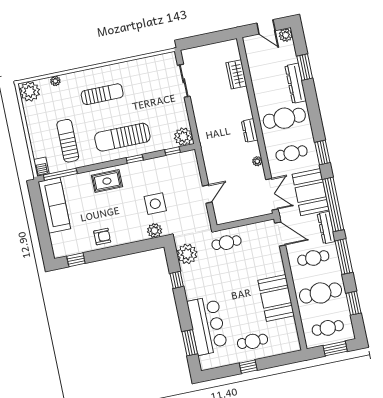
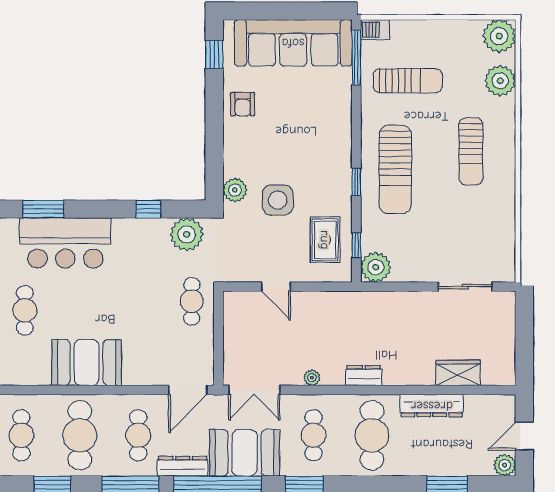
plant: (55, 81) -> (500, 81), width x1.88, depth x1.88
dresser: (296, 83) -> (432, 406), moved, turned 180
sun lounger: (122, 137) -> (395, 169), turned 180
rug: (107, 181) -> (325, 240), moved
sofa: (54, 205) -> (293, 43), width x1.36, depth x1.27

